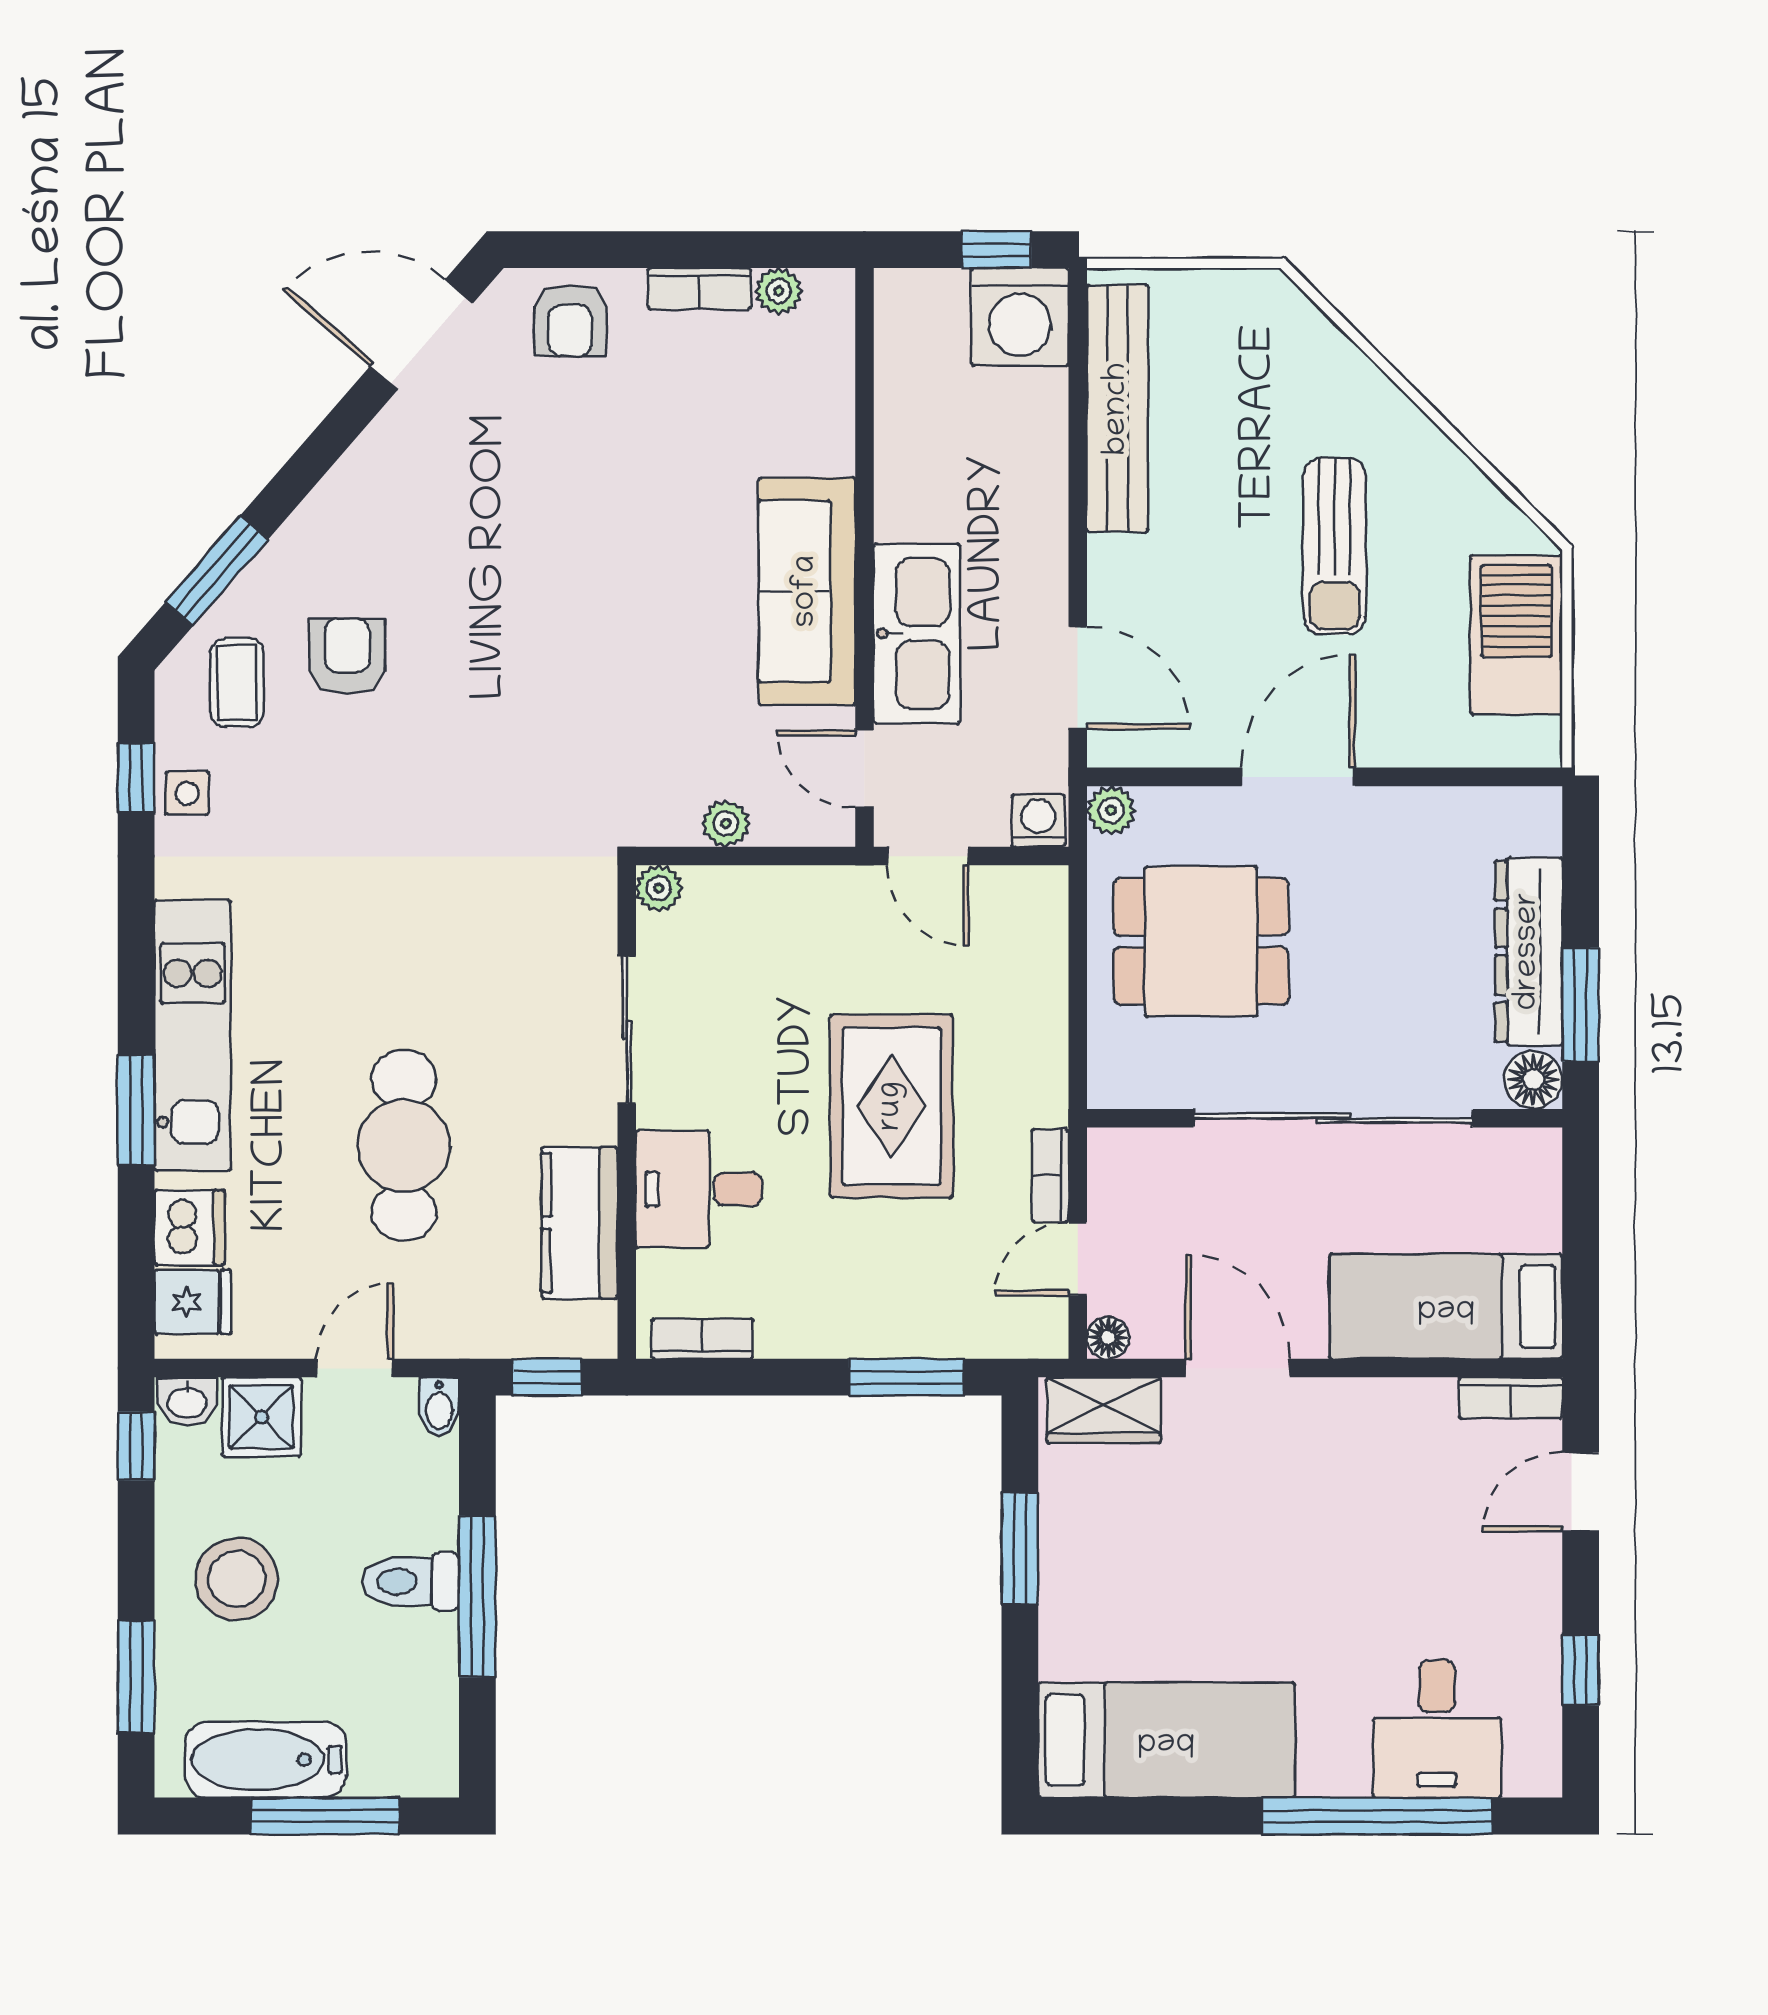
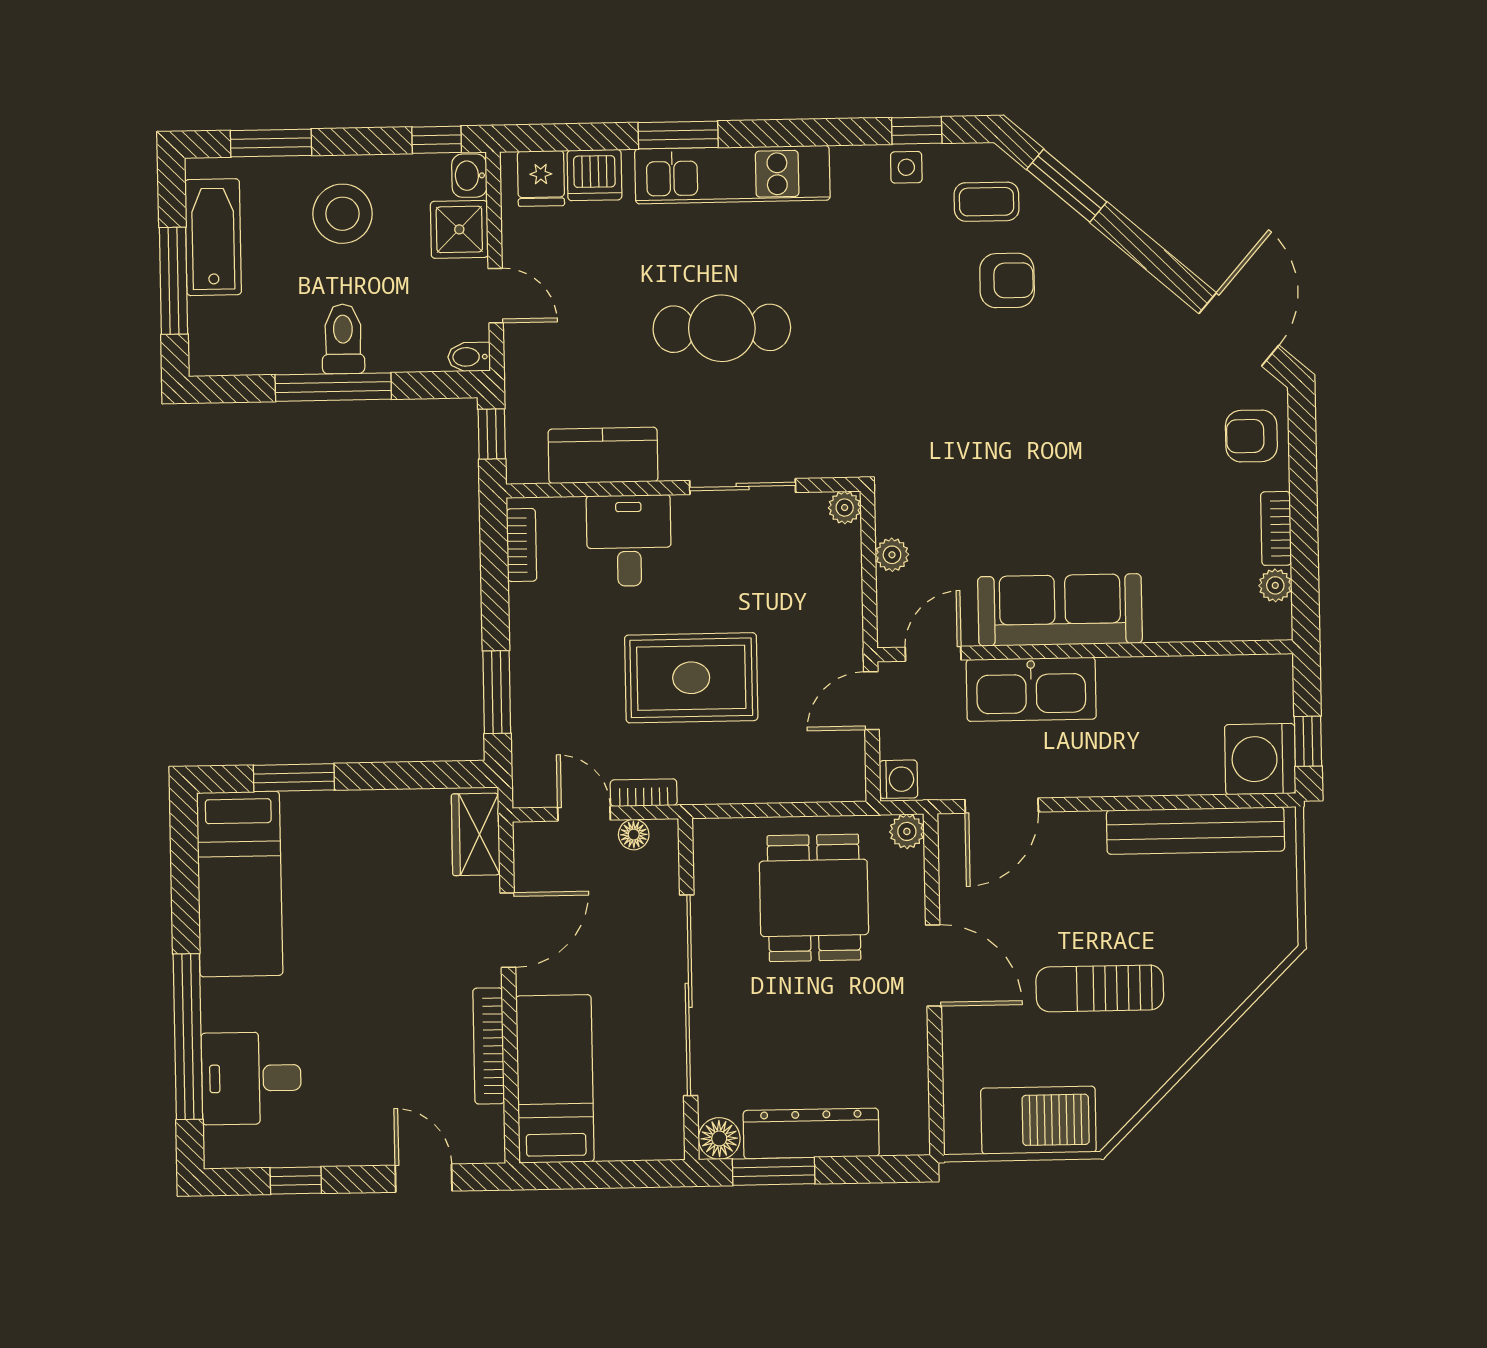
cafe table: (404, 1146) -> (722, 328), moved
floor lamp: (1108, 1338) -> (634, 835), moved
bookcase: (1511, 1398) -> (489, 1046), moved, width x1.56
window: (1020, 1548) -> (294, 778), moved

